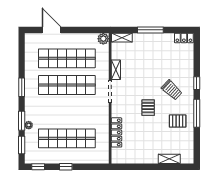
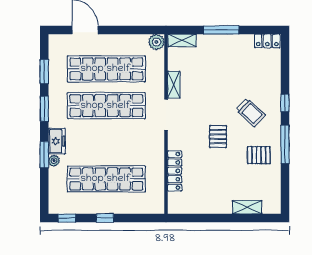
freezer: (31, 111) -> (57, 141), added
window: (22, 145) -> (44, 72), moved

